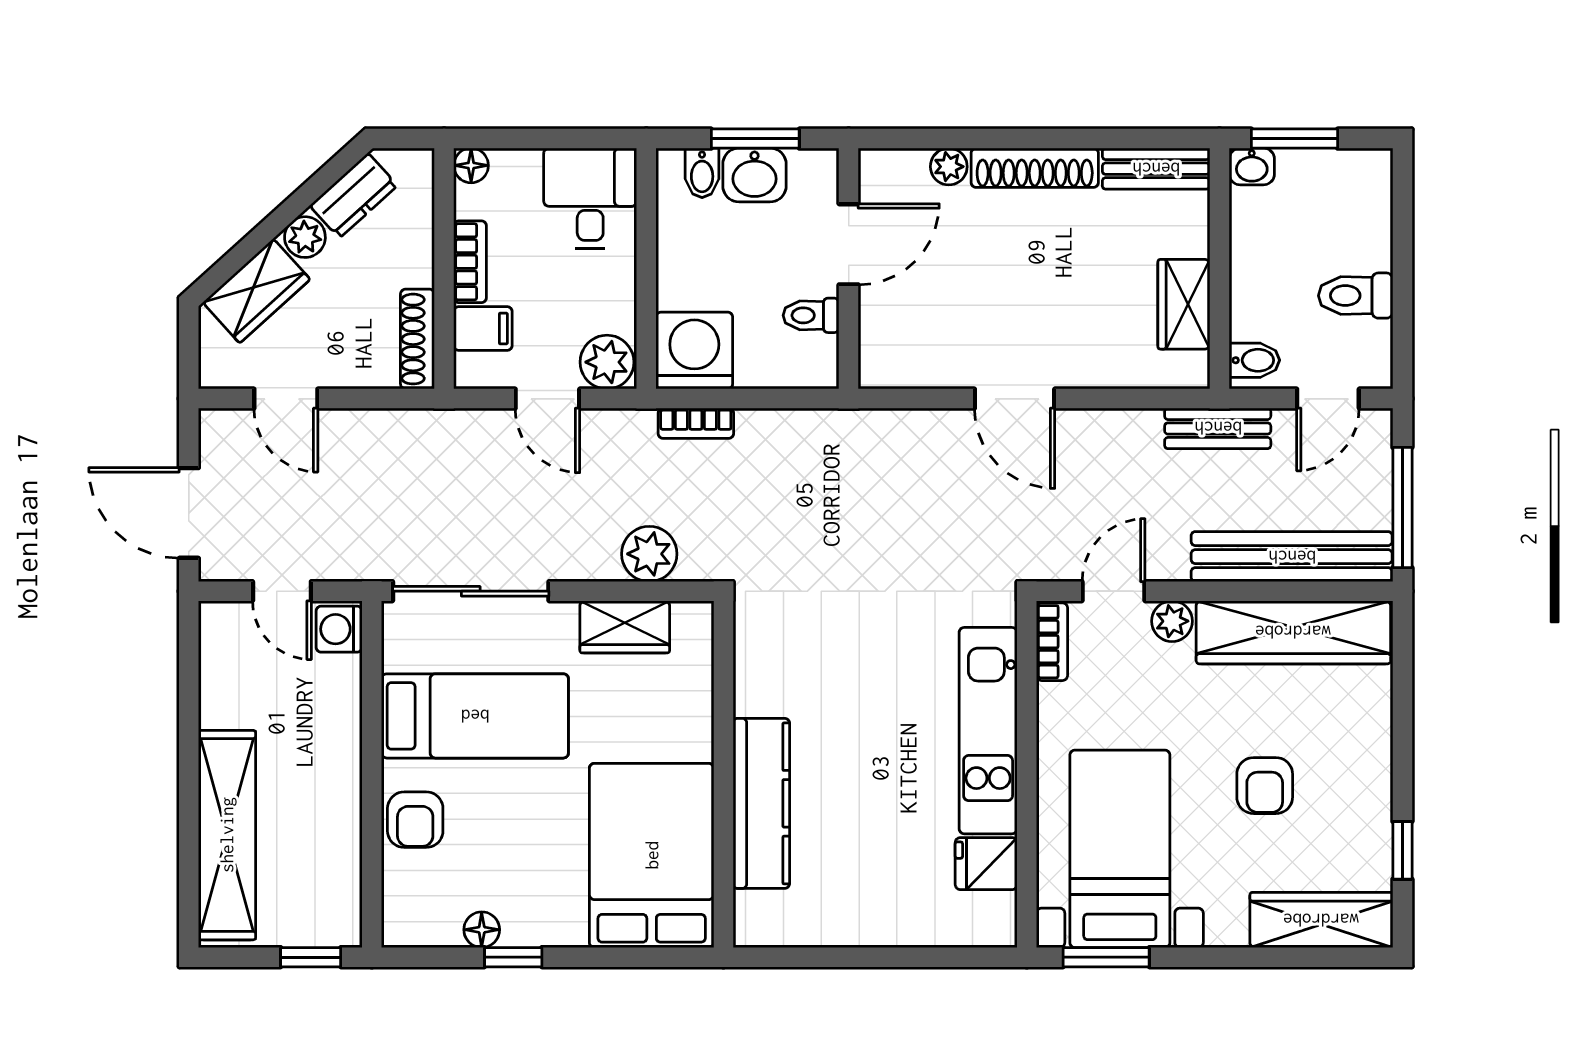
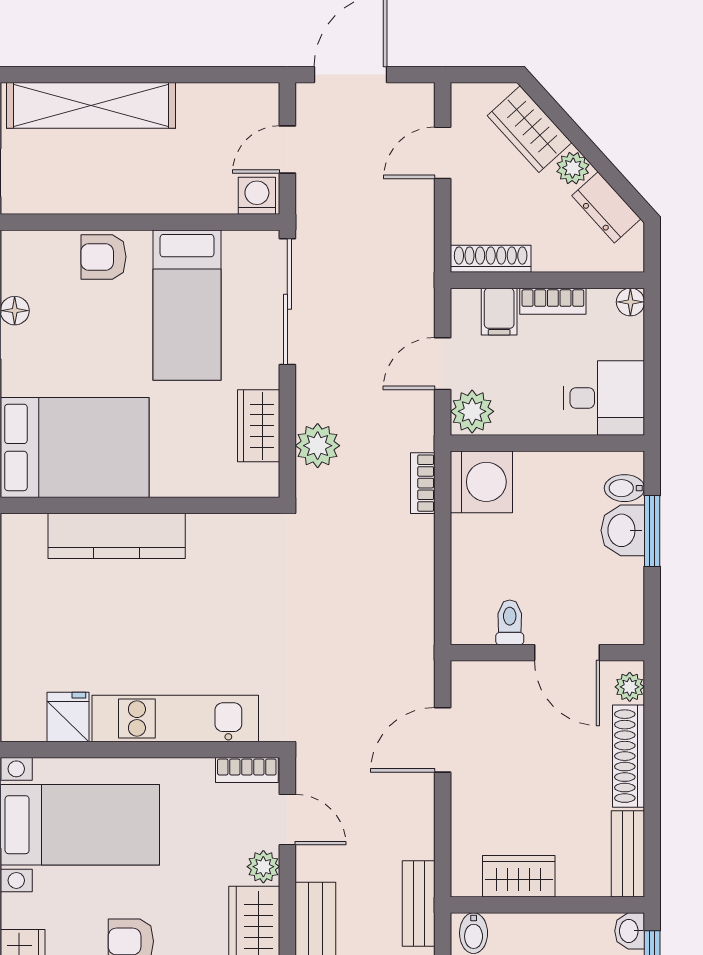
door: (849, 244) -> (567, 653), moved
wall: (849, 269) -> (547, 653), moved
toilet: (811, 315) -> (510, 622), moved

